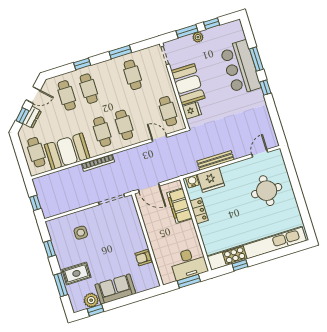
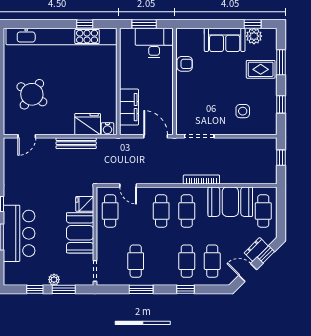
round table: (267, 191) -> (32, 94), turned 35
locker: (199, 211) -> (110, 95), removed
desk: (189, 263) -> (154, 43), moved

